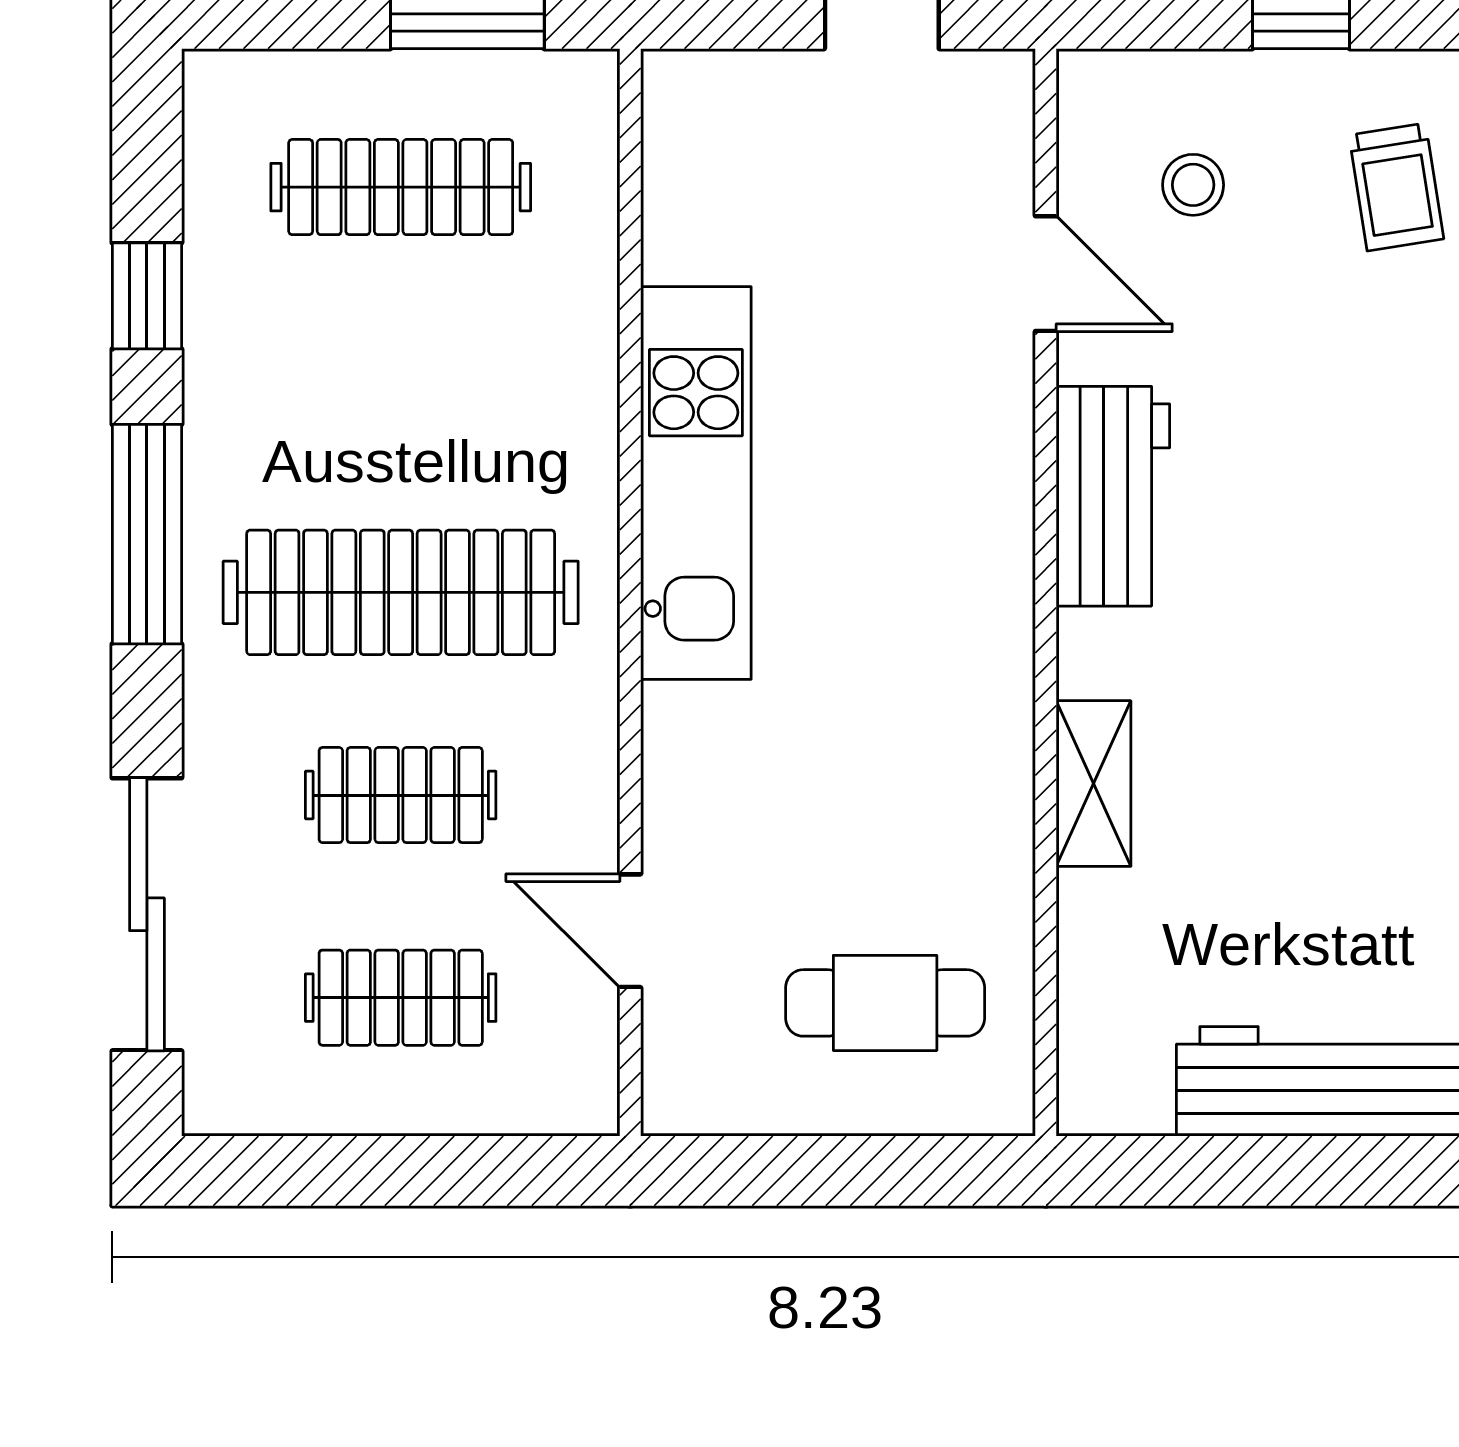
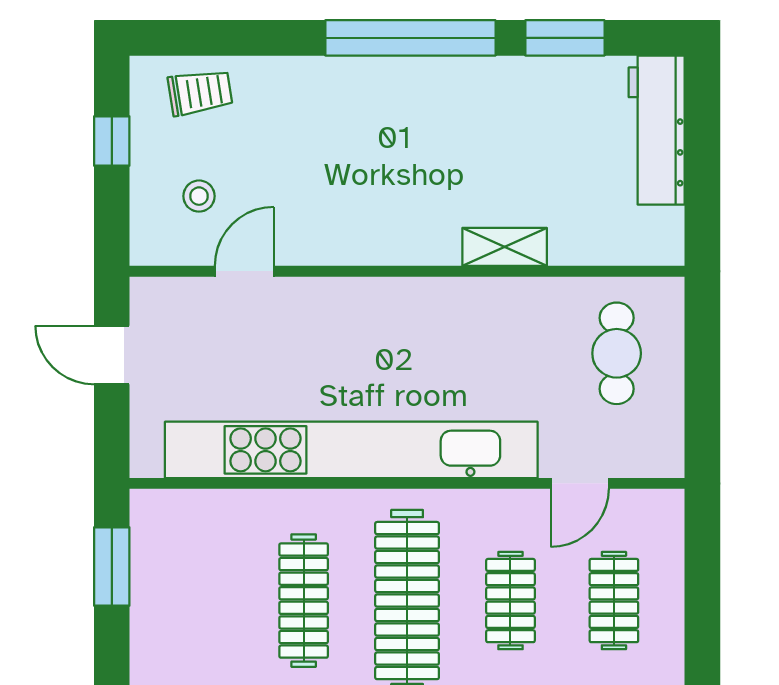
clothes rail: (401, 187) -> (304, 601), moved
kitchen unit: (696, 483) -> (351, 450), width x1.86
workbench: (1113, 496) -> (358, 237), removed

